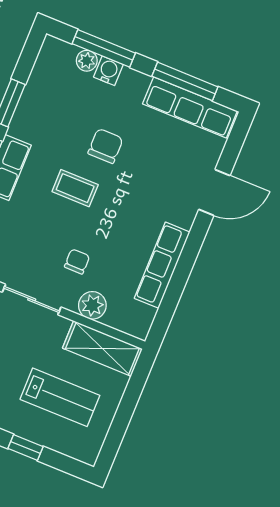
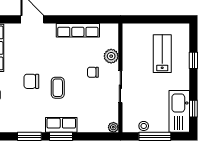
shelving: (102, 349) -> (130, 43), removed

